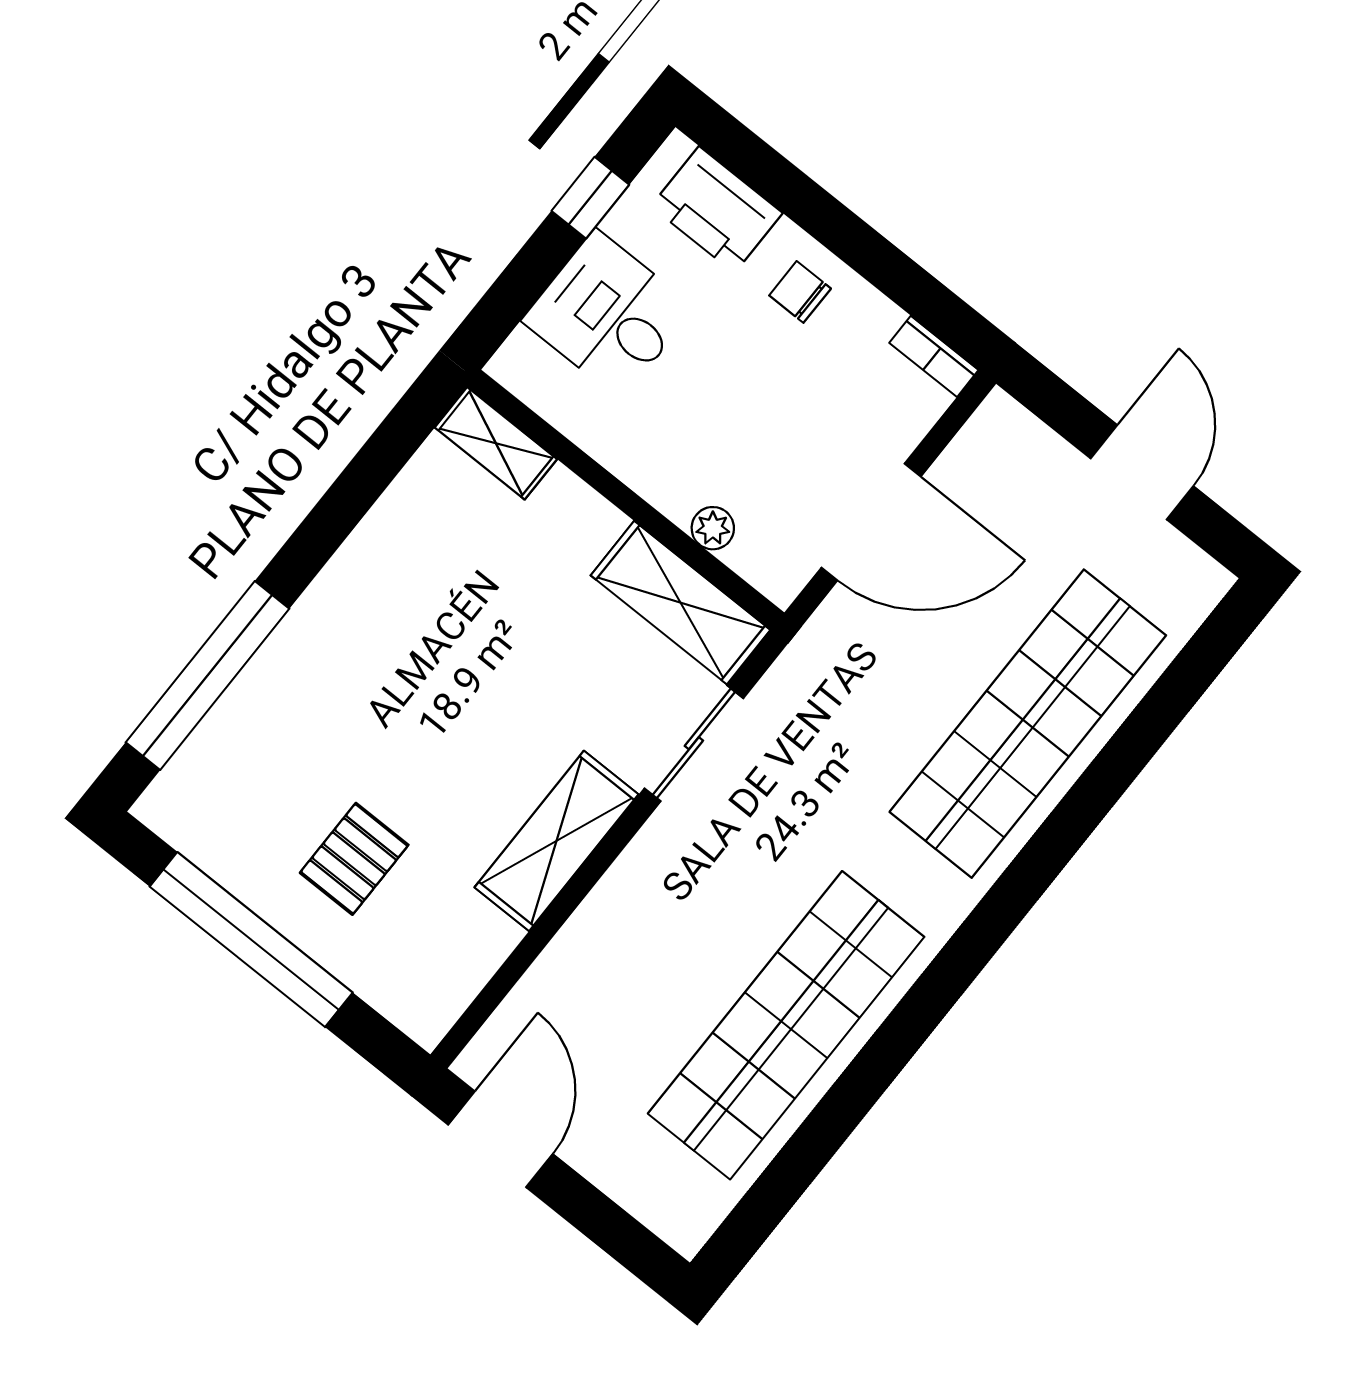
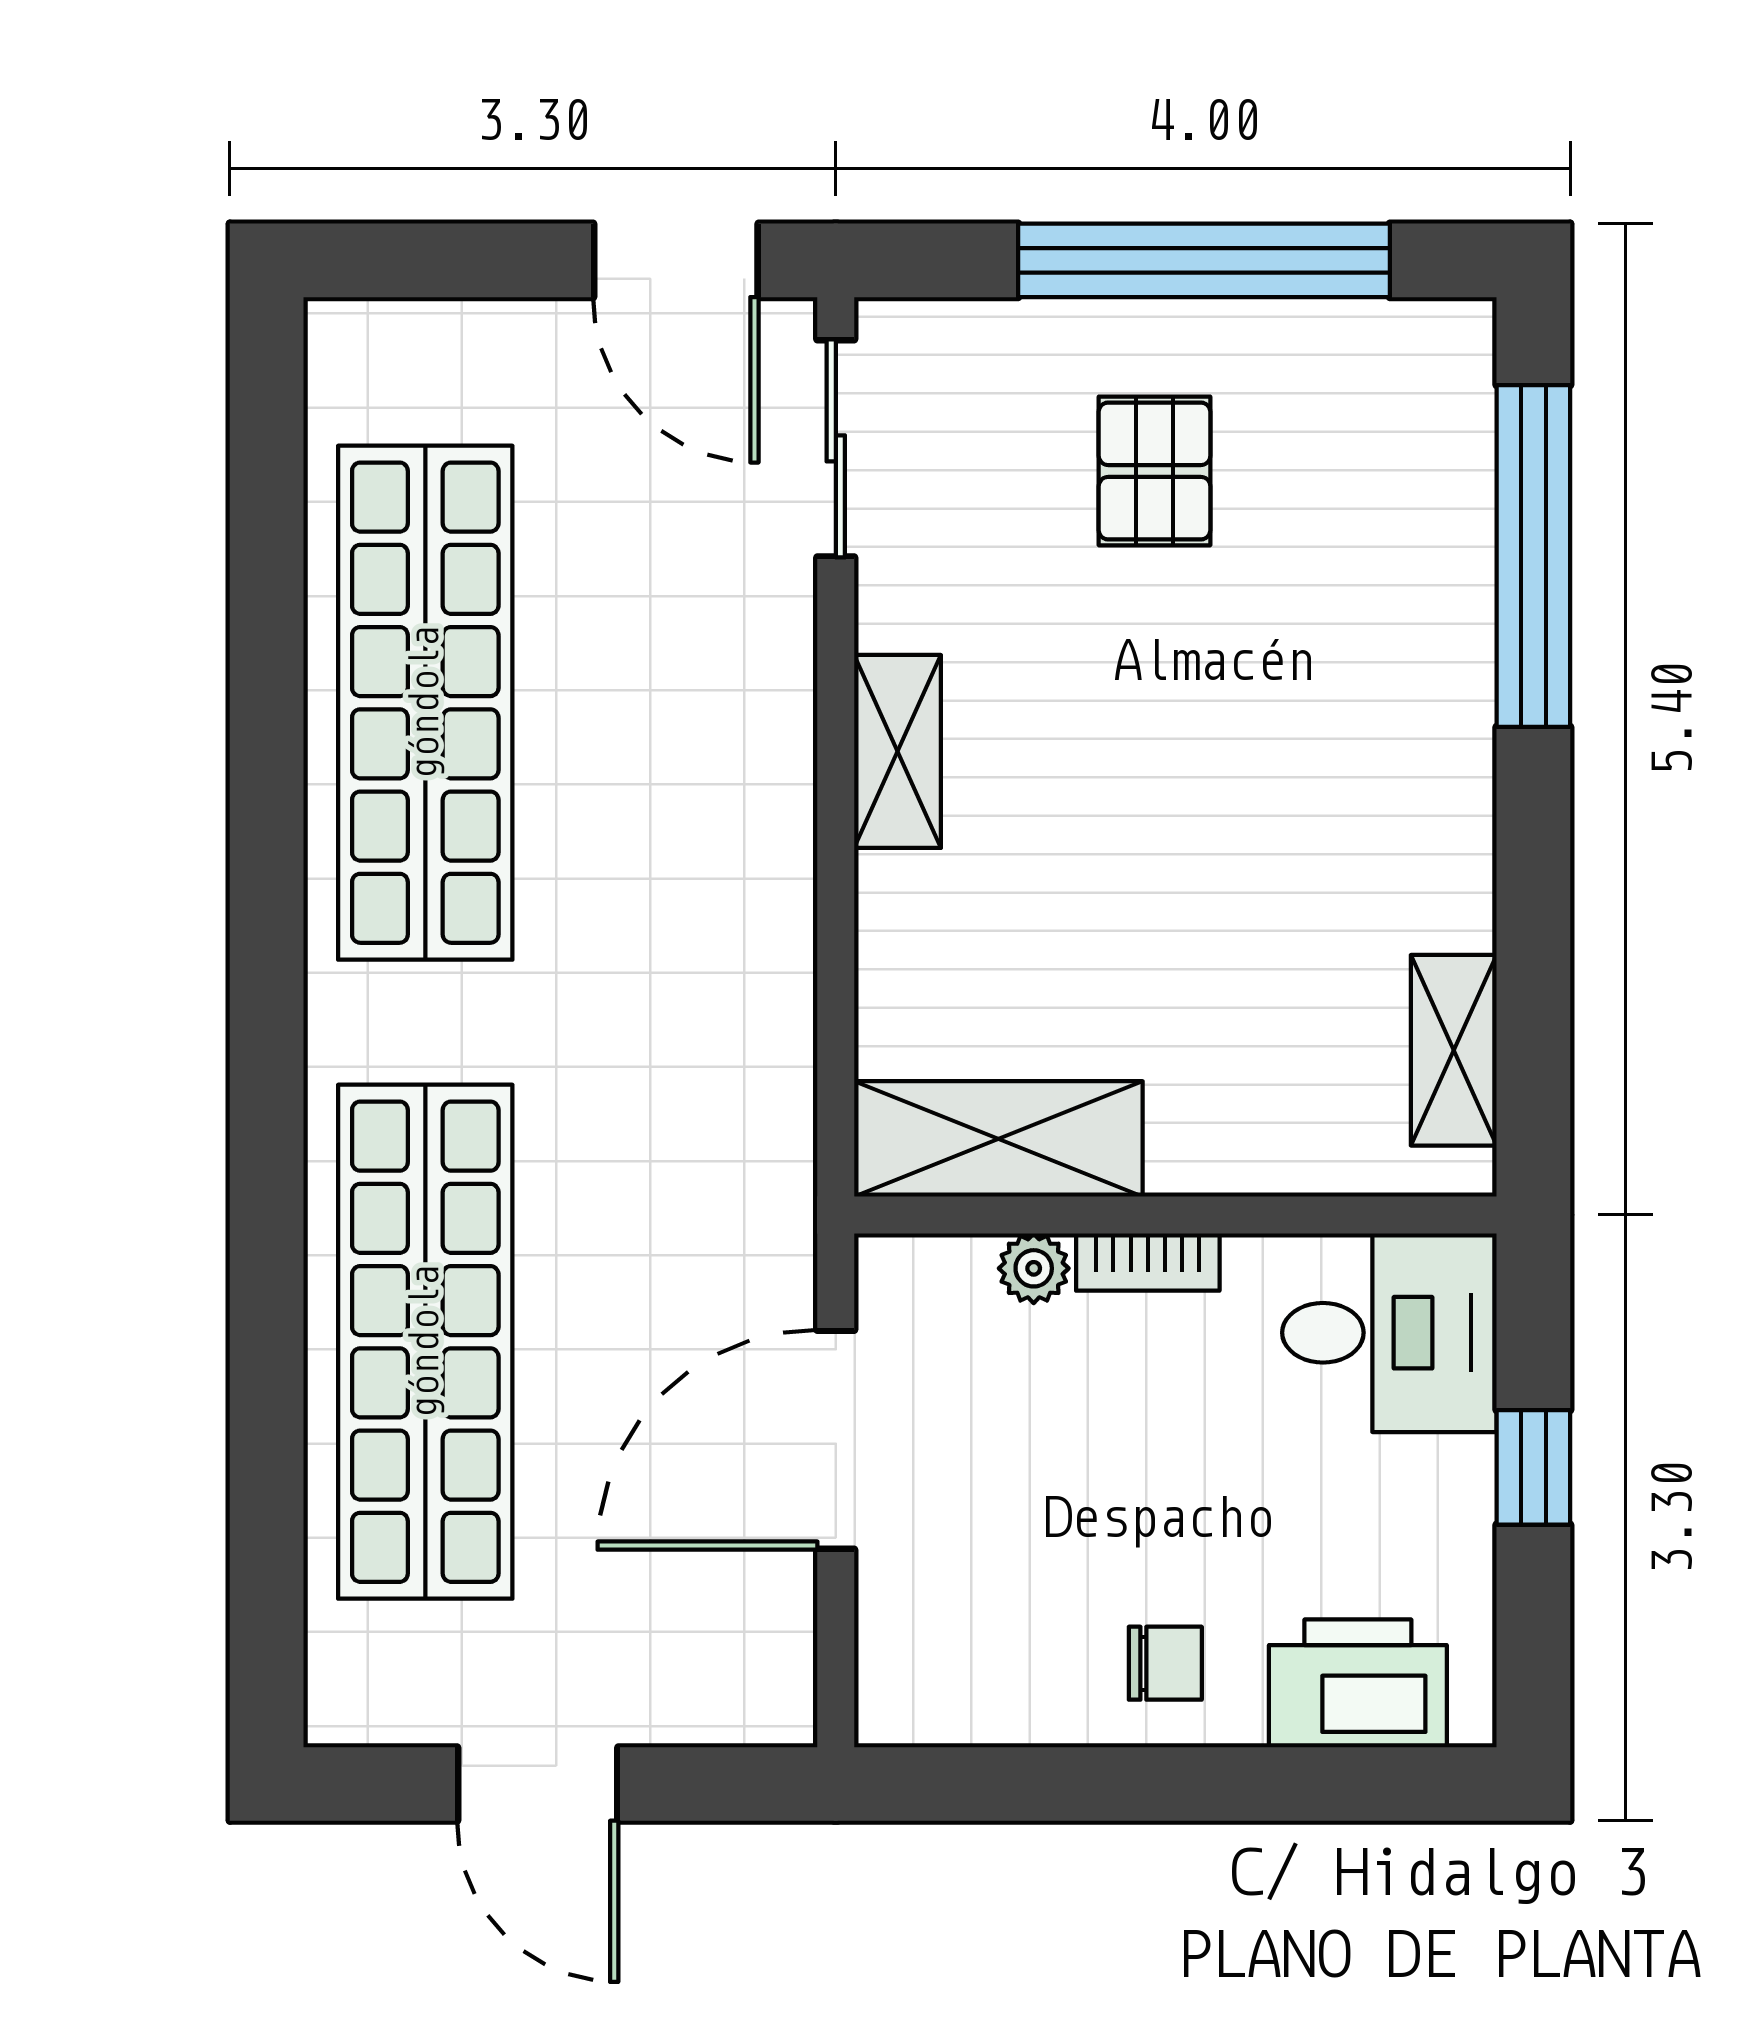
window: (590, 198) -> (1533, 1467), moved
desk: (608, 314) -> (1389, 1333), moved
bookcase: (934, 356) -> (1148, 1262), moved, turned 180
shelving: (496, 443) -> (1454, 1050), moved, turned 90
sliding door: (694, 743) -> (836, 448), moved
shelving: (556, 841) -> (898, 751), width x0.67, depth x0.75

